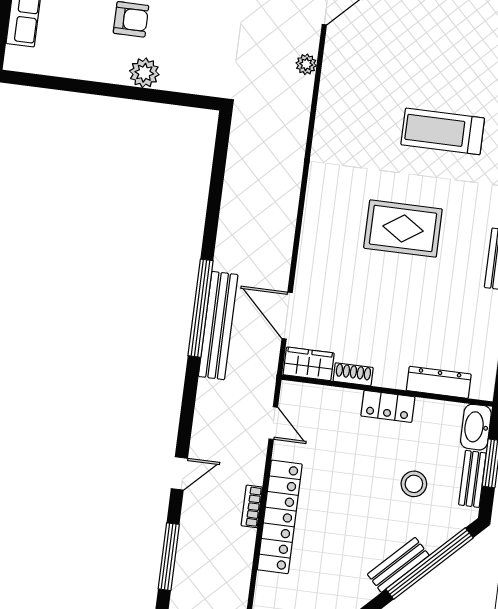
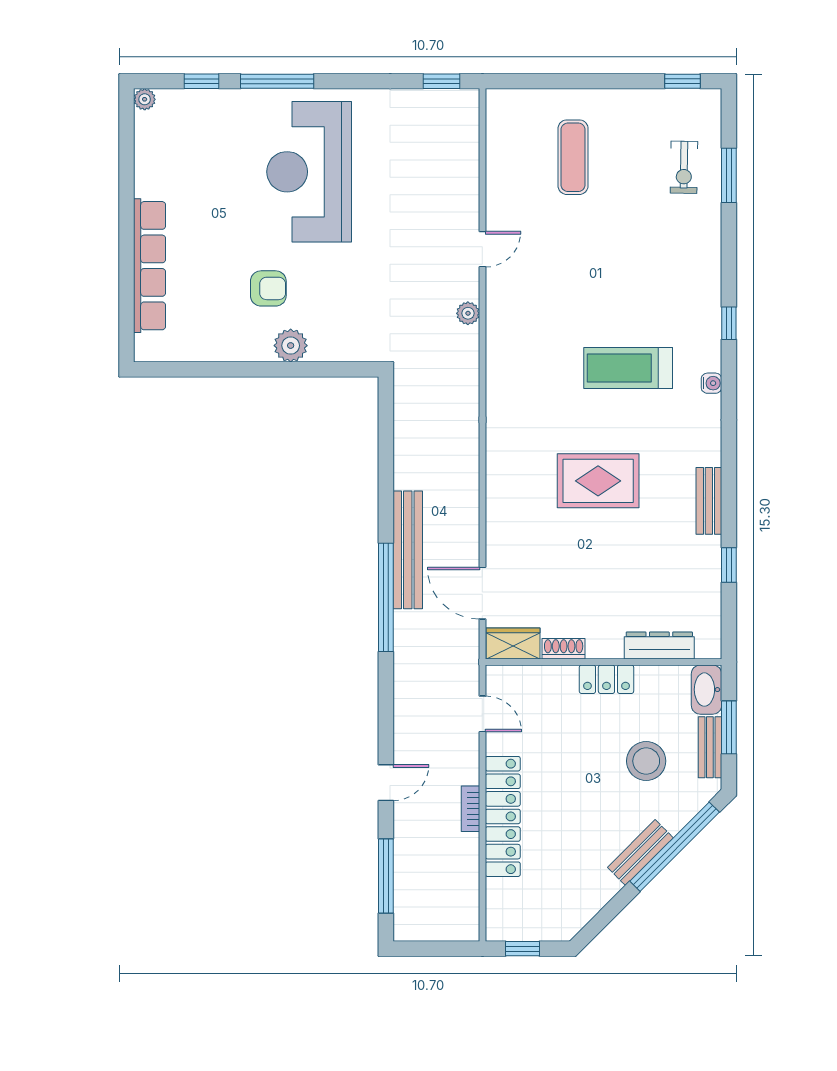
bench: (218, 326) -> (408, 550), moved
stool: (414, 484) -> (646, 761), width x1.38, depth x1.38

